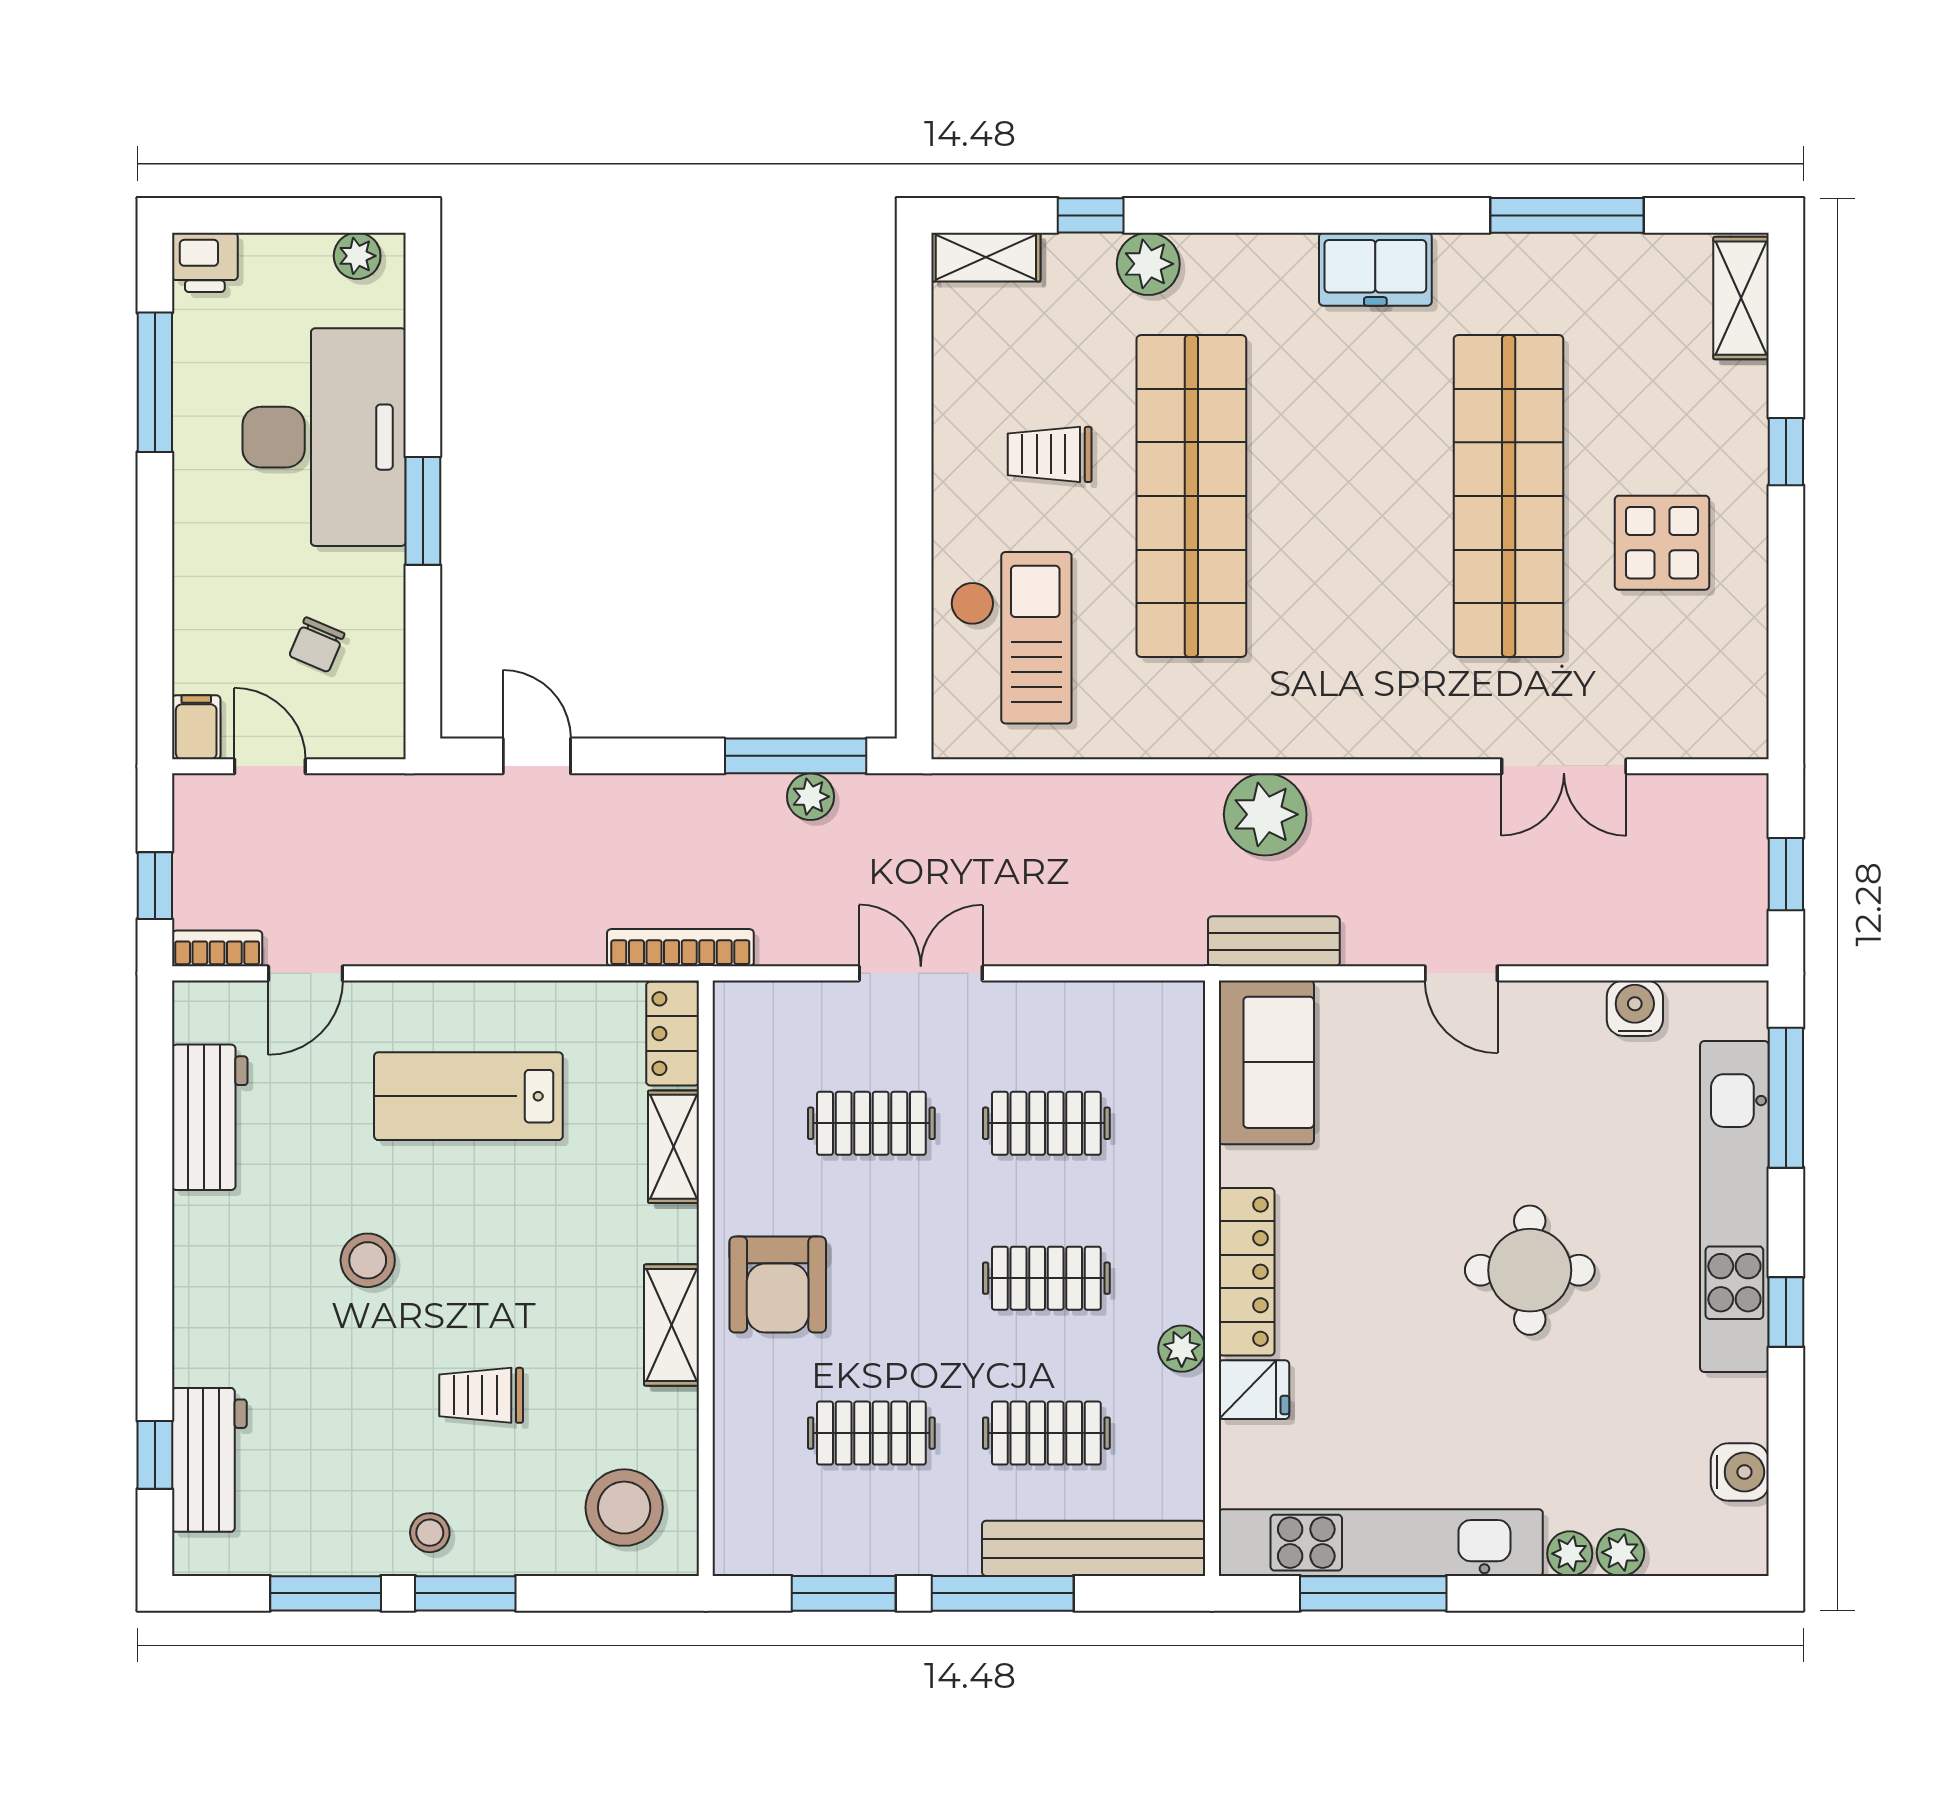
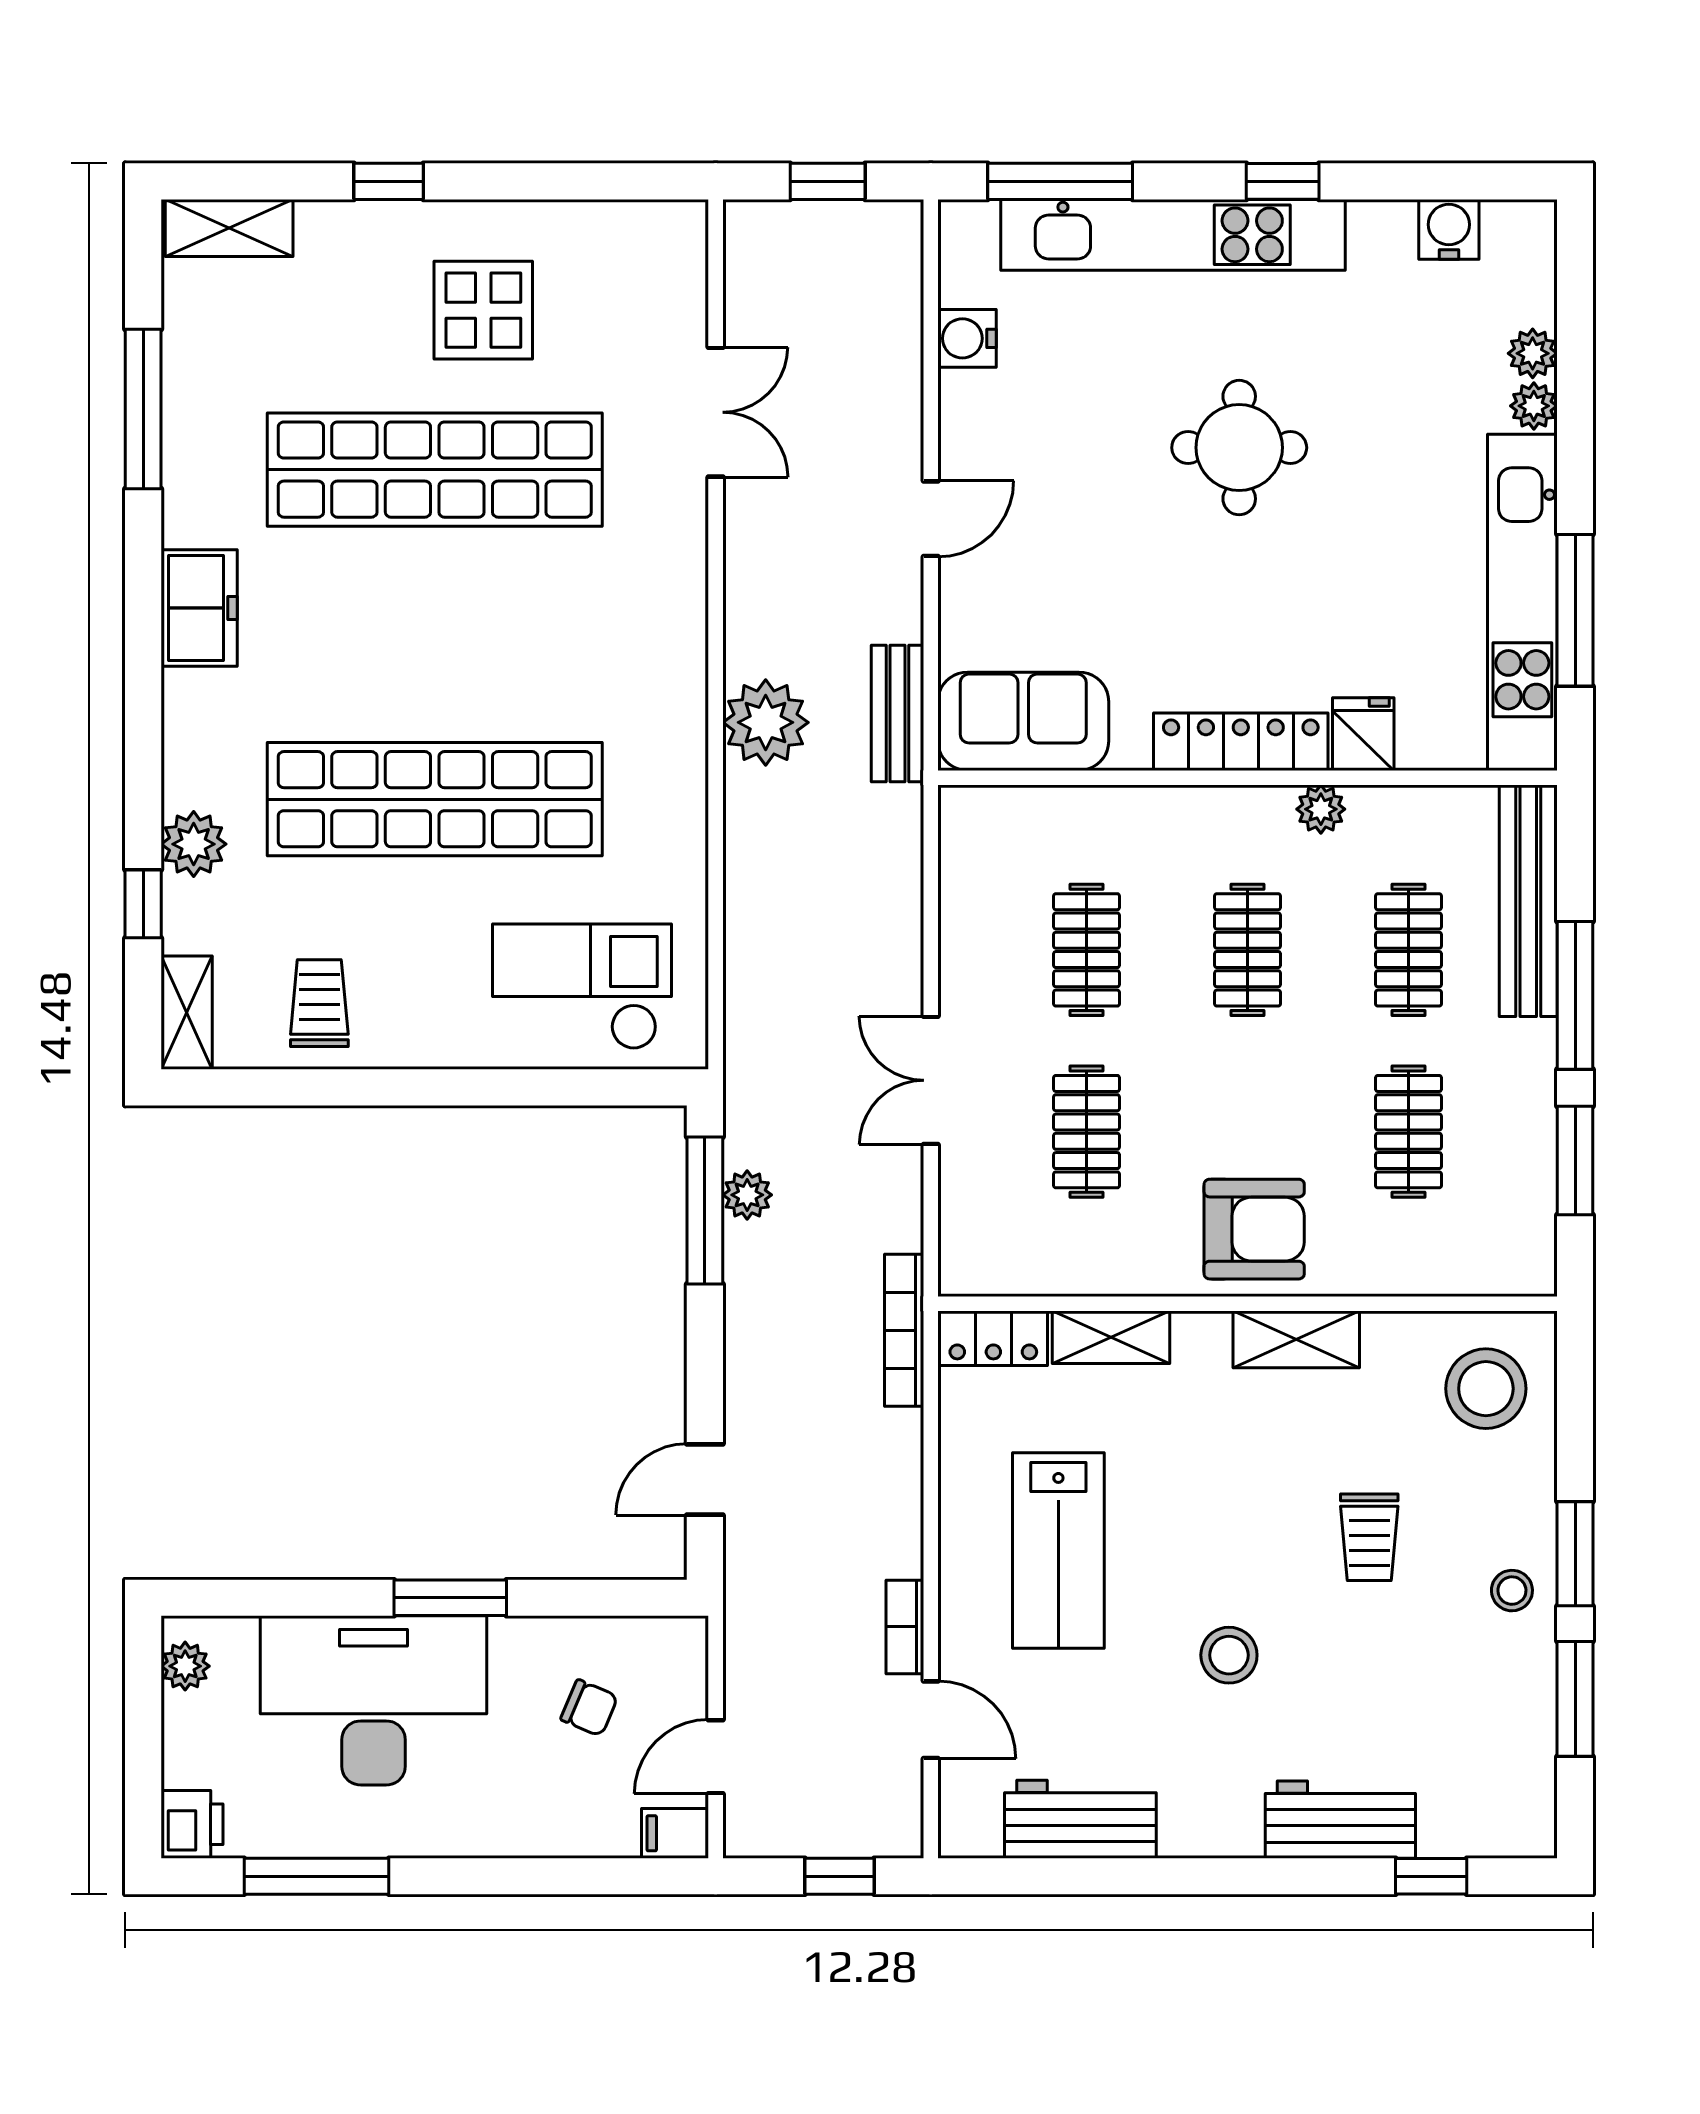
trolley: (1050, 454) -> (319, 1003), moved, turned 180
bookcase: (217, 948) -> (905, 1627), moved
workbench: (209, 1460) -> (1340, 1820), moved

